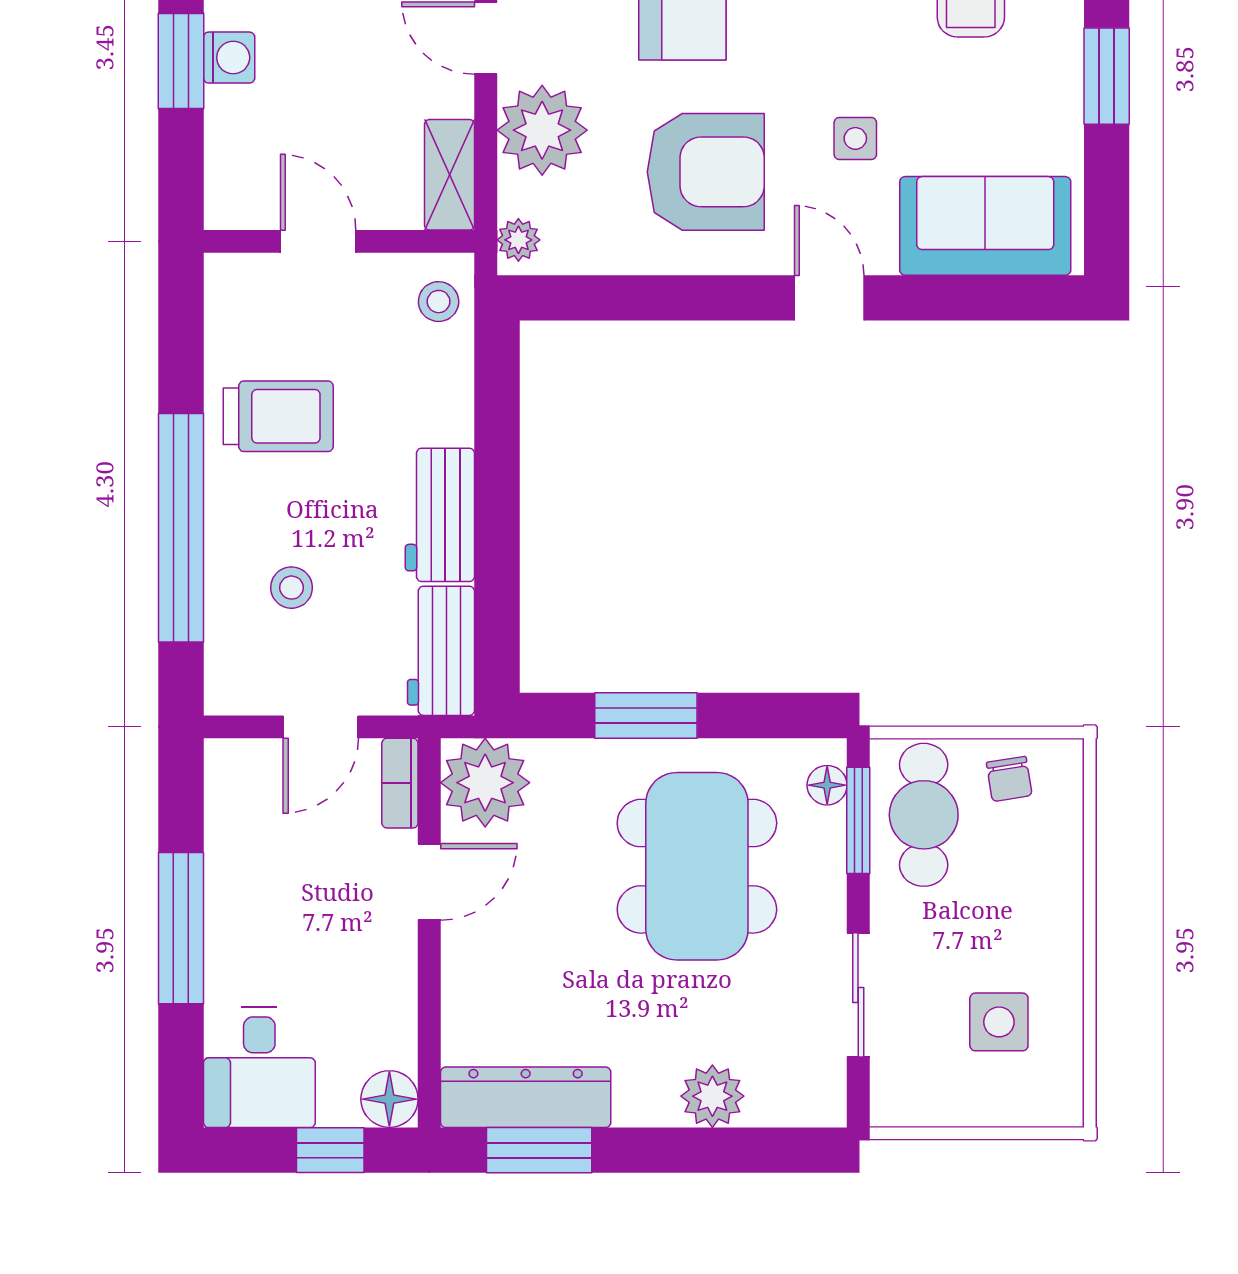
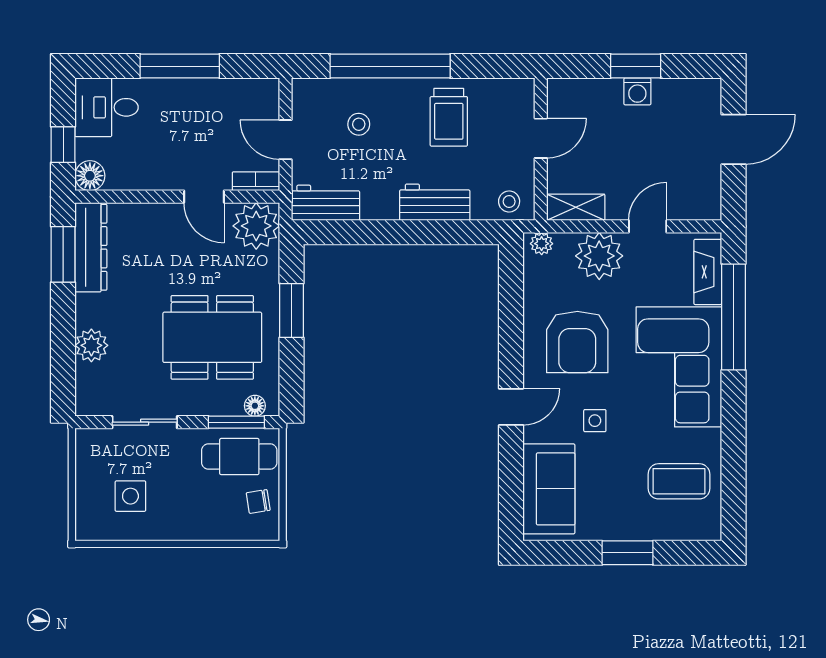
workbench: (440, 515) -> (435, 202), moved

